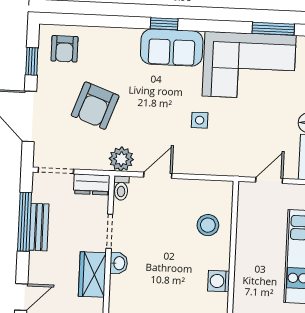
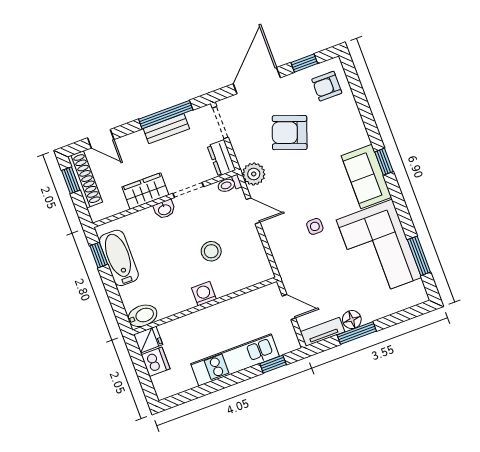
stool: (208, 225) -> (211, 251), moved
washing machine: (219, 281) -> (204, 294), moved

